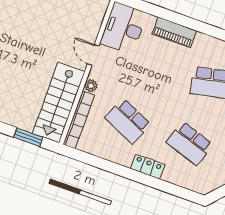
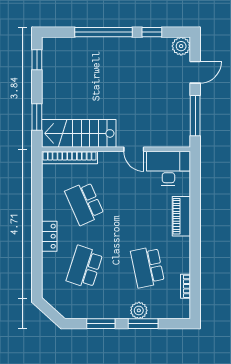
door: (93, 55) -> (134, 149), swing flipped
plant: (91, 86) -> (105, 157), removed
school desk: (128, 121) -> (85, 203), turned -48

